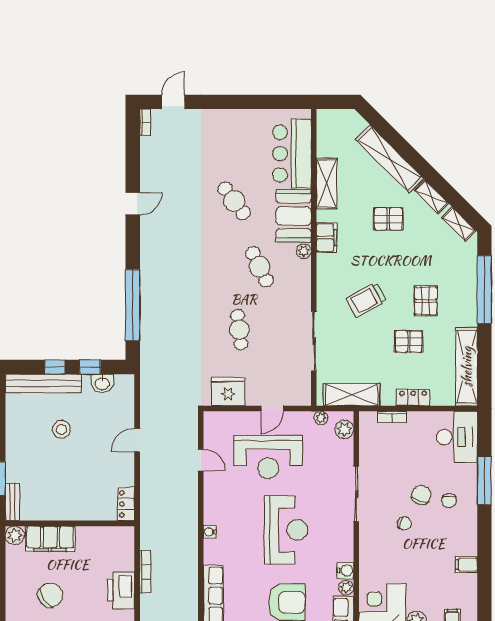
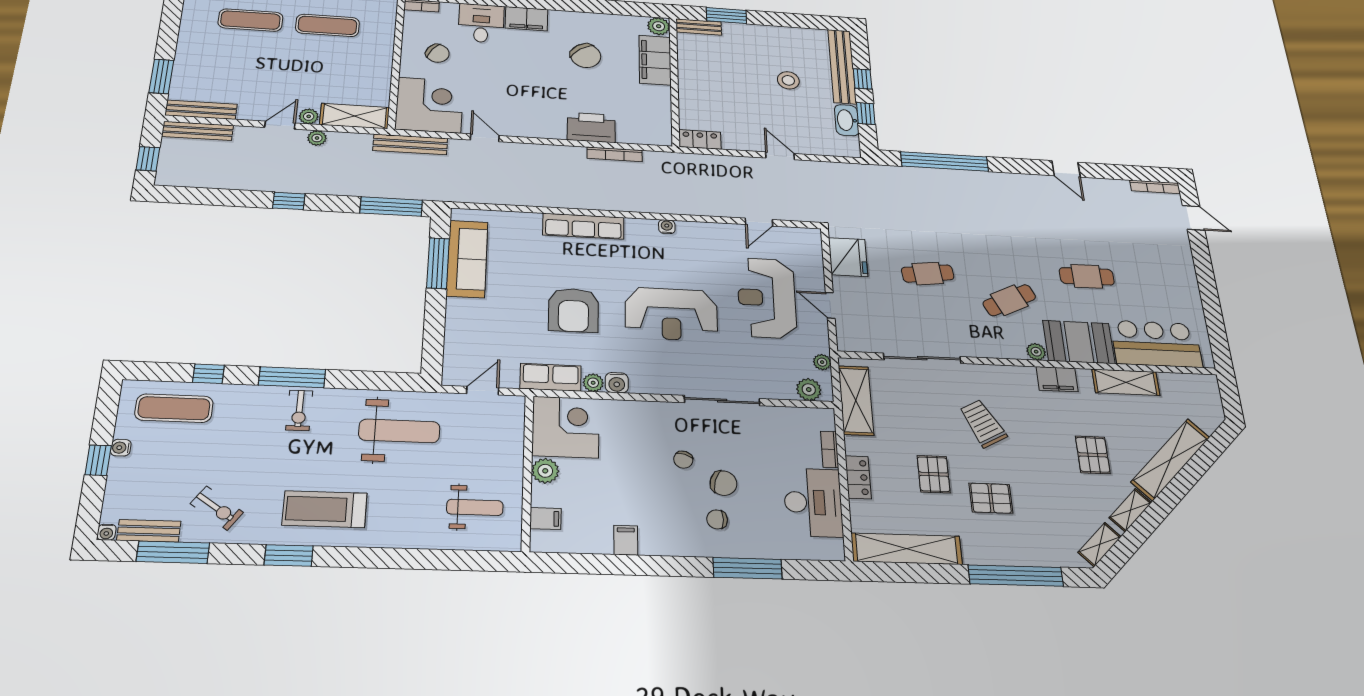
bookcase: (145, 122) -> (1155, 187), width x1.56
cafe table: (234, 201) -> (1087, 276), turned 36
washbasin: (102, 383) -> (847, 120), width x1.38
desk: (457, 437) -> (813, 502), moved, turned -90

